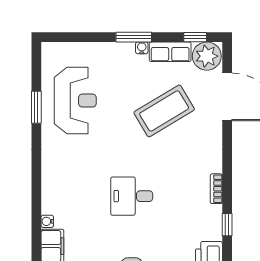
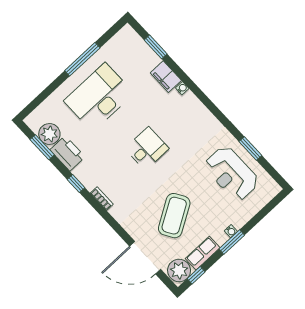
water cooler: (142, 48) -> (231, 231), moved

